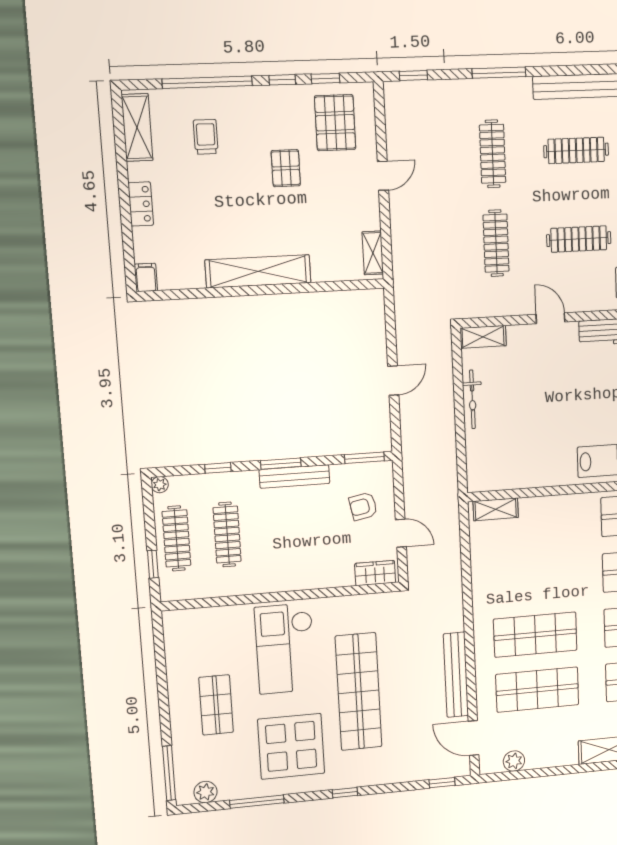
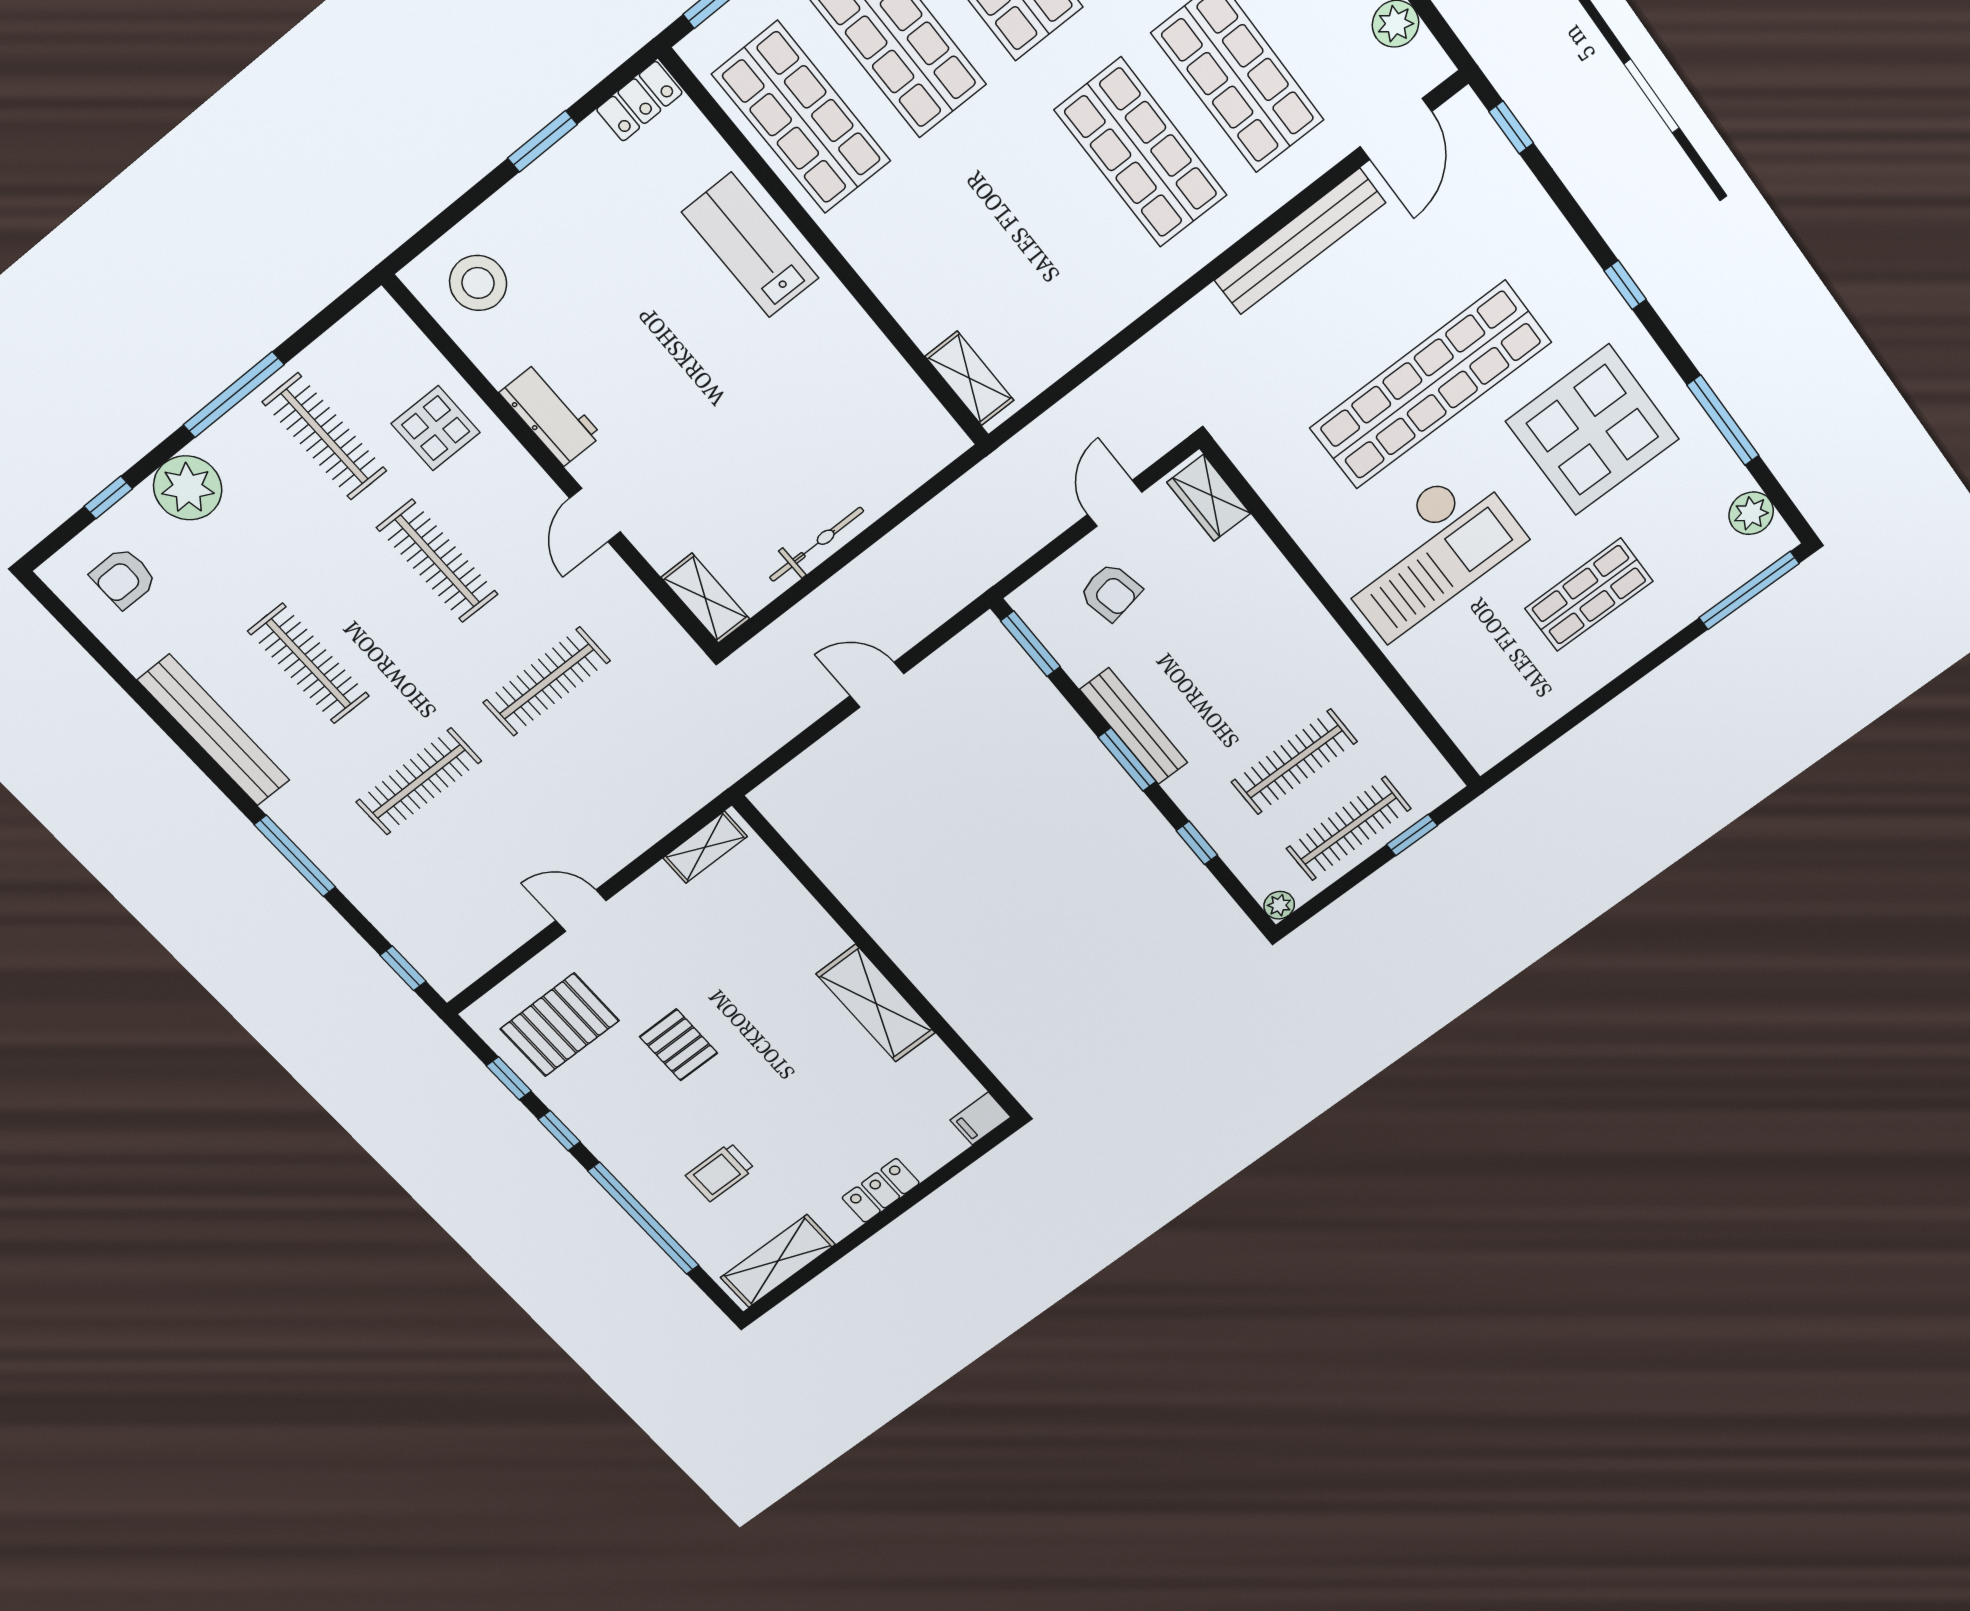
pallet: (286, 168) -> (679, 1045), turned 90
shelving: (258, 271) -> (876, 1003), width x0.68

